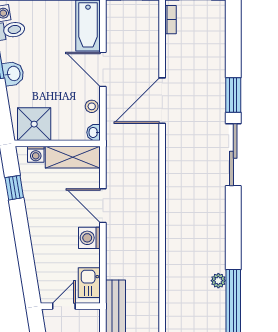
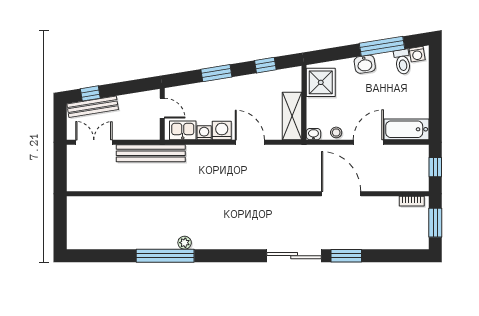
washing machine: (36, 154) -> (204, 133), moved, turned 90
door: (103, 206) -> (250, 142), hinge flipped
window: (23, 244) -> (216, 73), added

